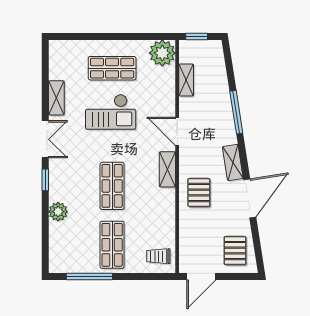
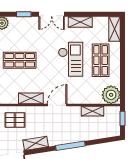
shelving: (67, 48) -> (115, 29), added
checkout: (111, 112) -> (71, 59), turned 180

